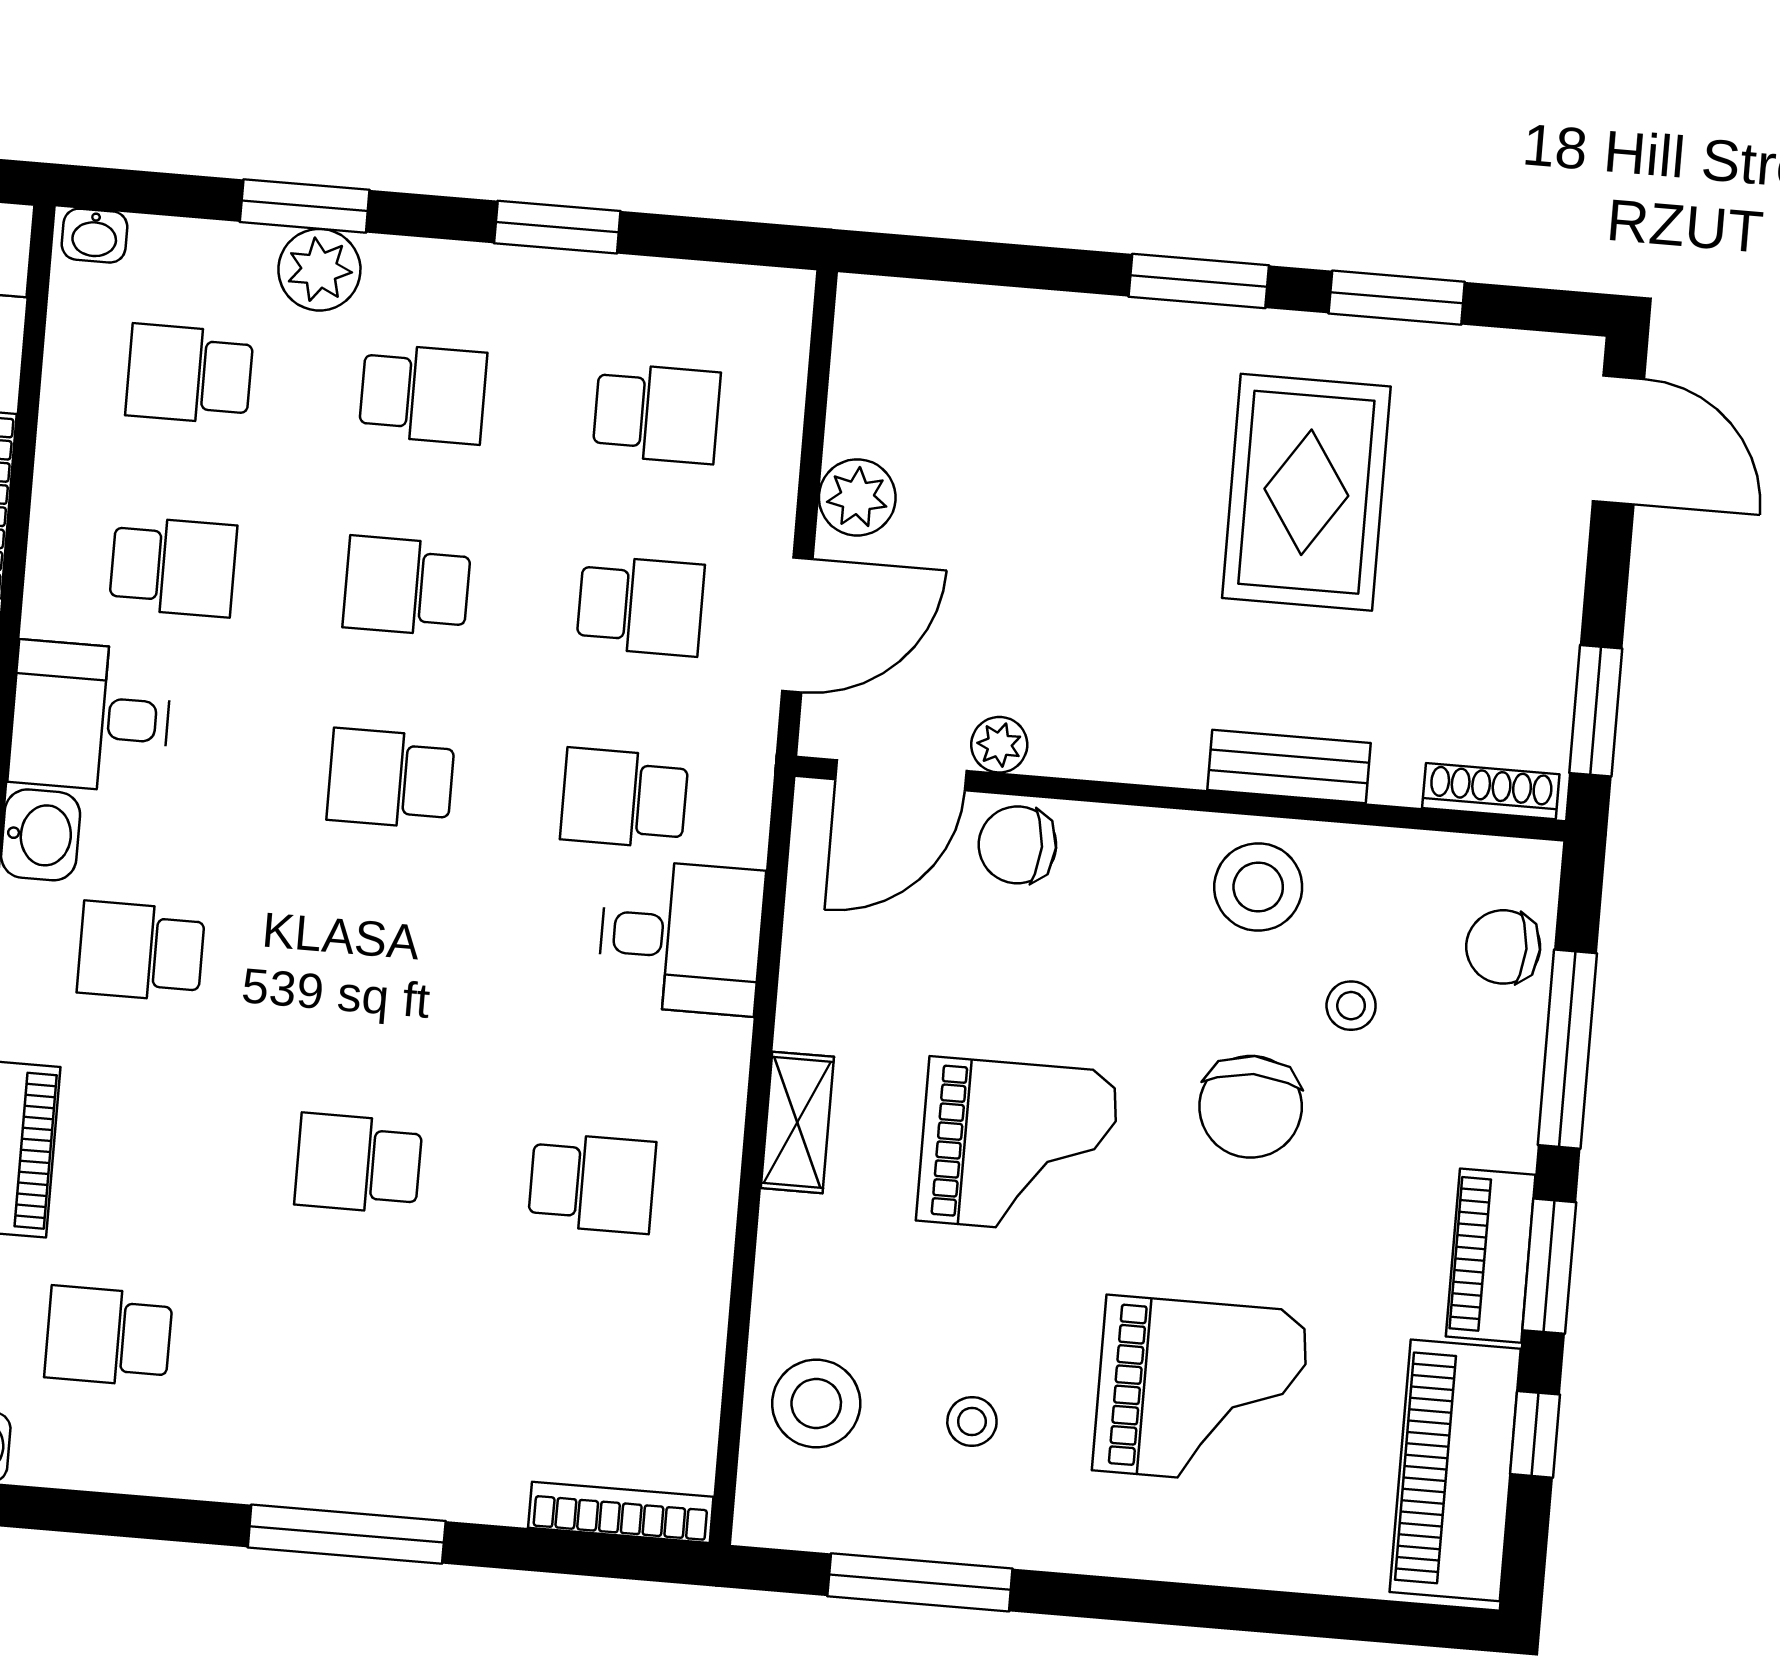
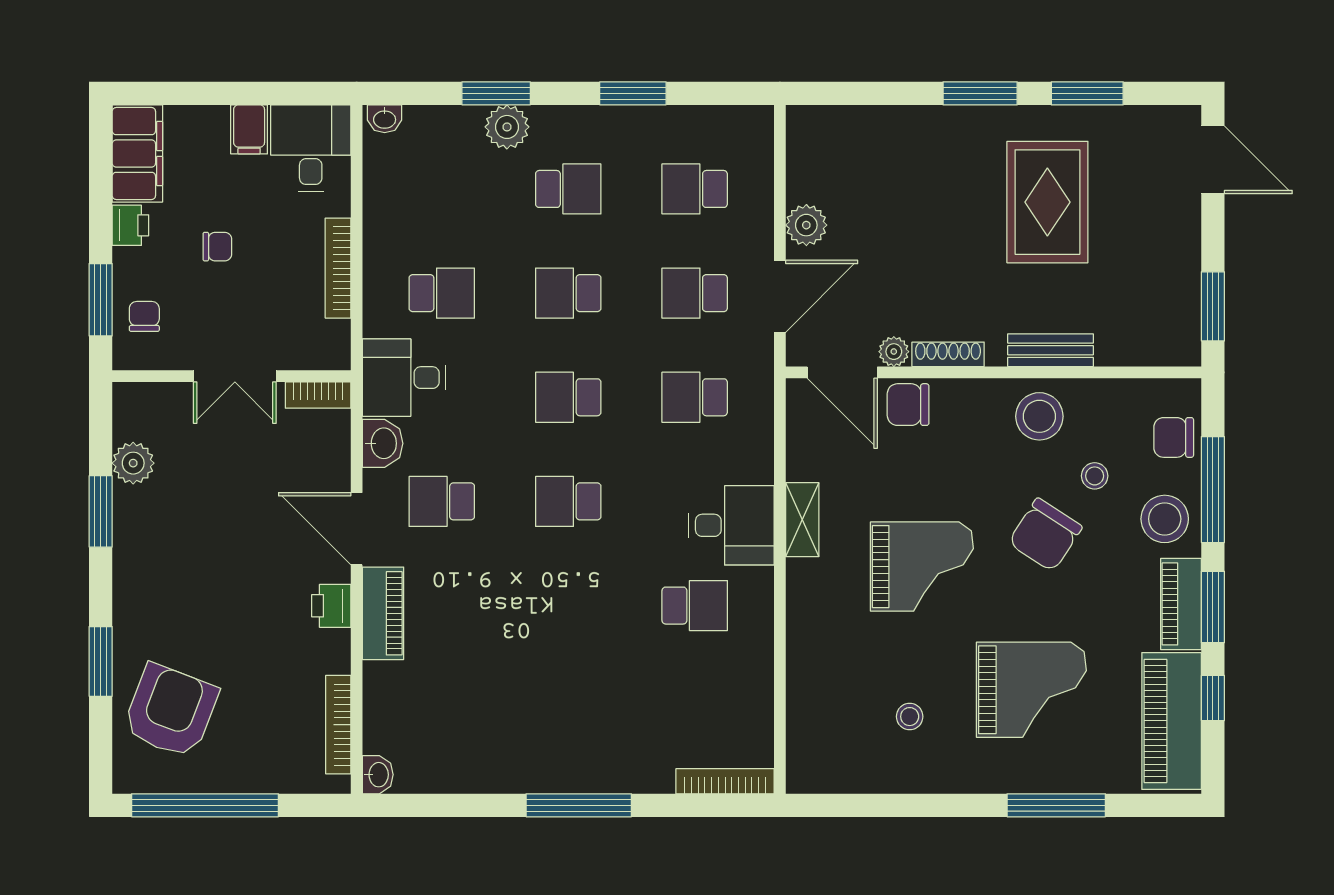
school desk: (189, 374) -> (442, 189), removed
school desk: (657, 413) -> (695, 189), turned 180
school desk: (640, 606) -> (695, 293), turned 180
door: (901, 775) -> (842, 372), hinge flipped
shoe rack: (1491, 791) -> (948, 354), moved
desk: (681, 937) -> (731, 525), moved
chair: (1251, 1107) -> (1045, 535), turned 33
shelving: (797, 1122) -> (802, 520), moved
school desk: (358, 1163) -> (568, 501), moved
school desk: (109, 1336) -> (442, 710), removed
stool: (816, 1404) -> (1165, 519), moved
window: (920, 1582) -> (1056, 805), moved

